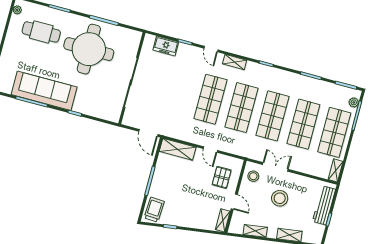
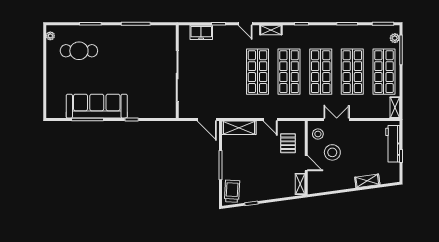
round table: (89, 49) -> (129, 55), removed
stool: (280, 198) -> (332, 152), moved
shelving: (255, 231) -> (334, 186), removed

